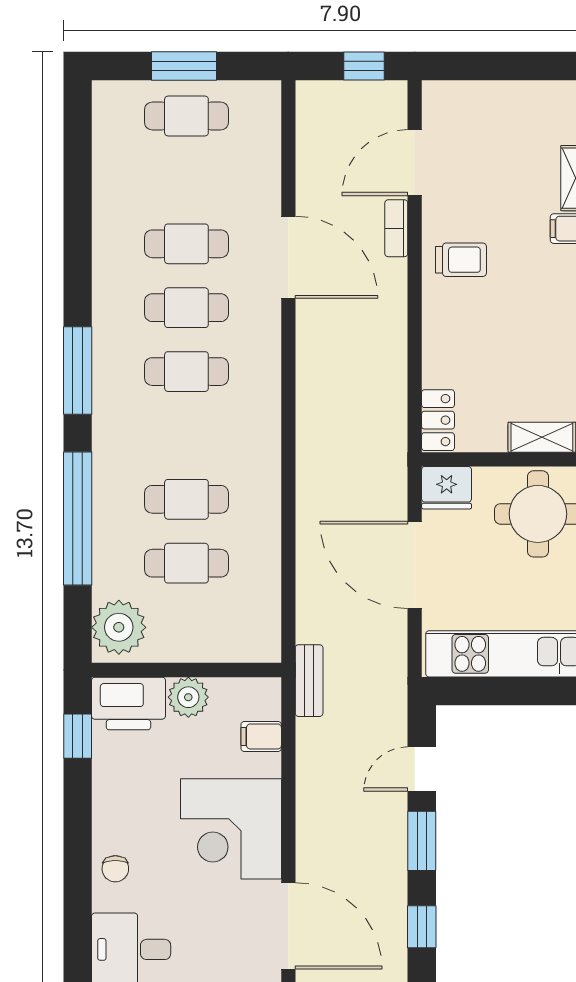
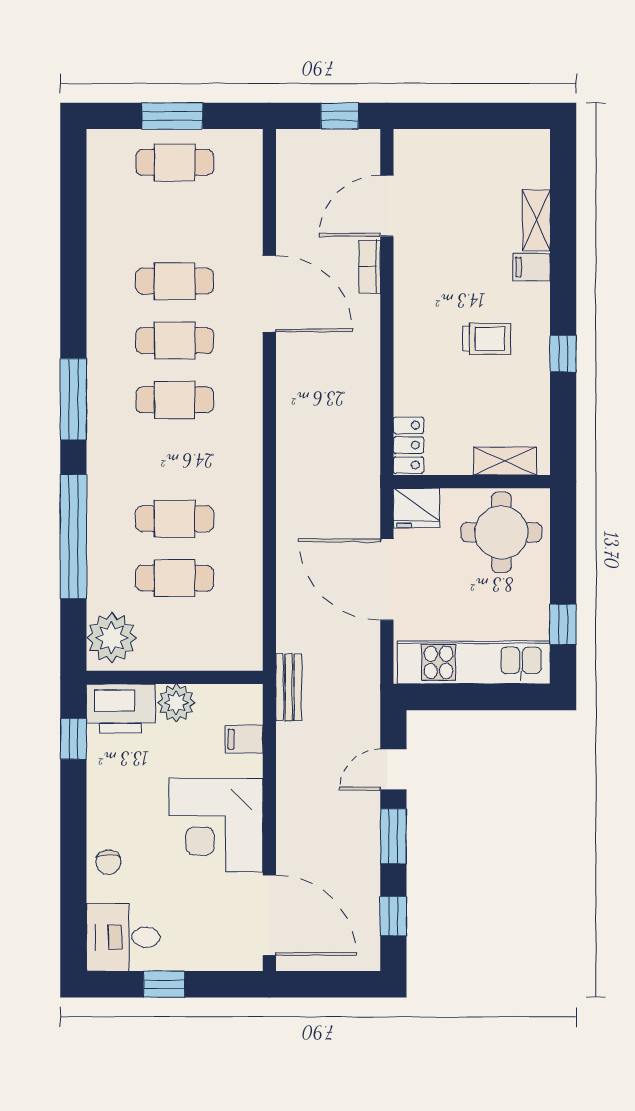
trolley: (461, 260) -> (487, 339), moved

